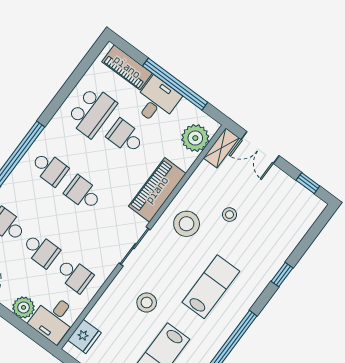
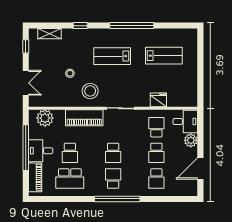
school desk: (92, 112) -> (70, 179), turned 180
shelving: (221, 148) -> (50, 34), moved
school desk: (41, 250) -> (156, 153), turned 180
stool: (147, 303) -> (143, 82), removed
fridge: (84, 336) -> (158, 100), moved

